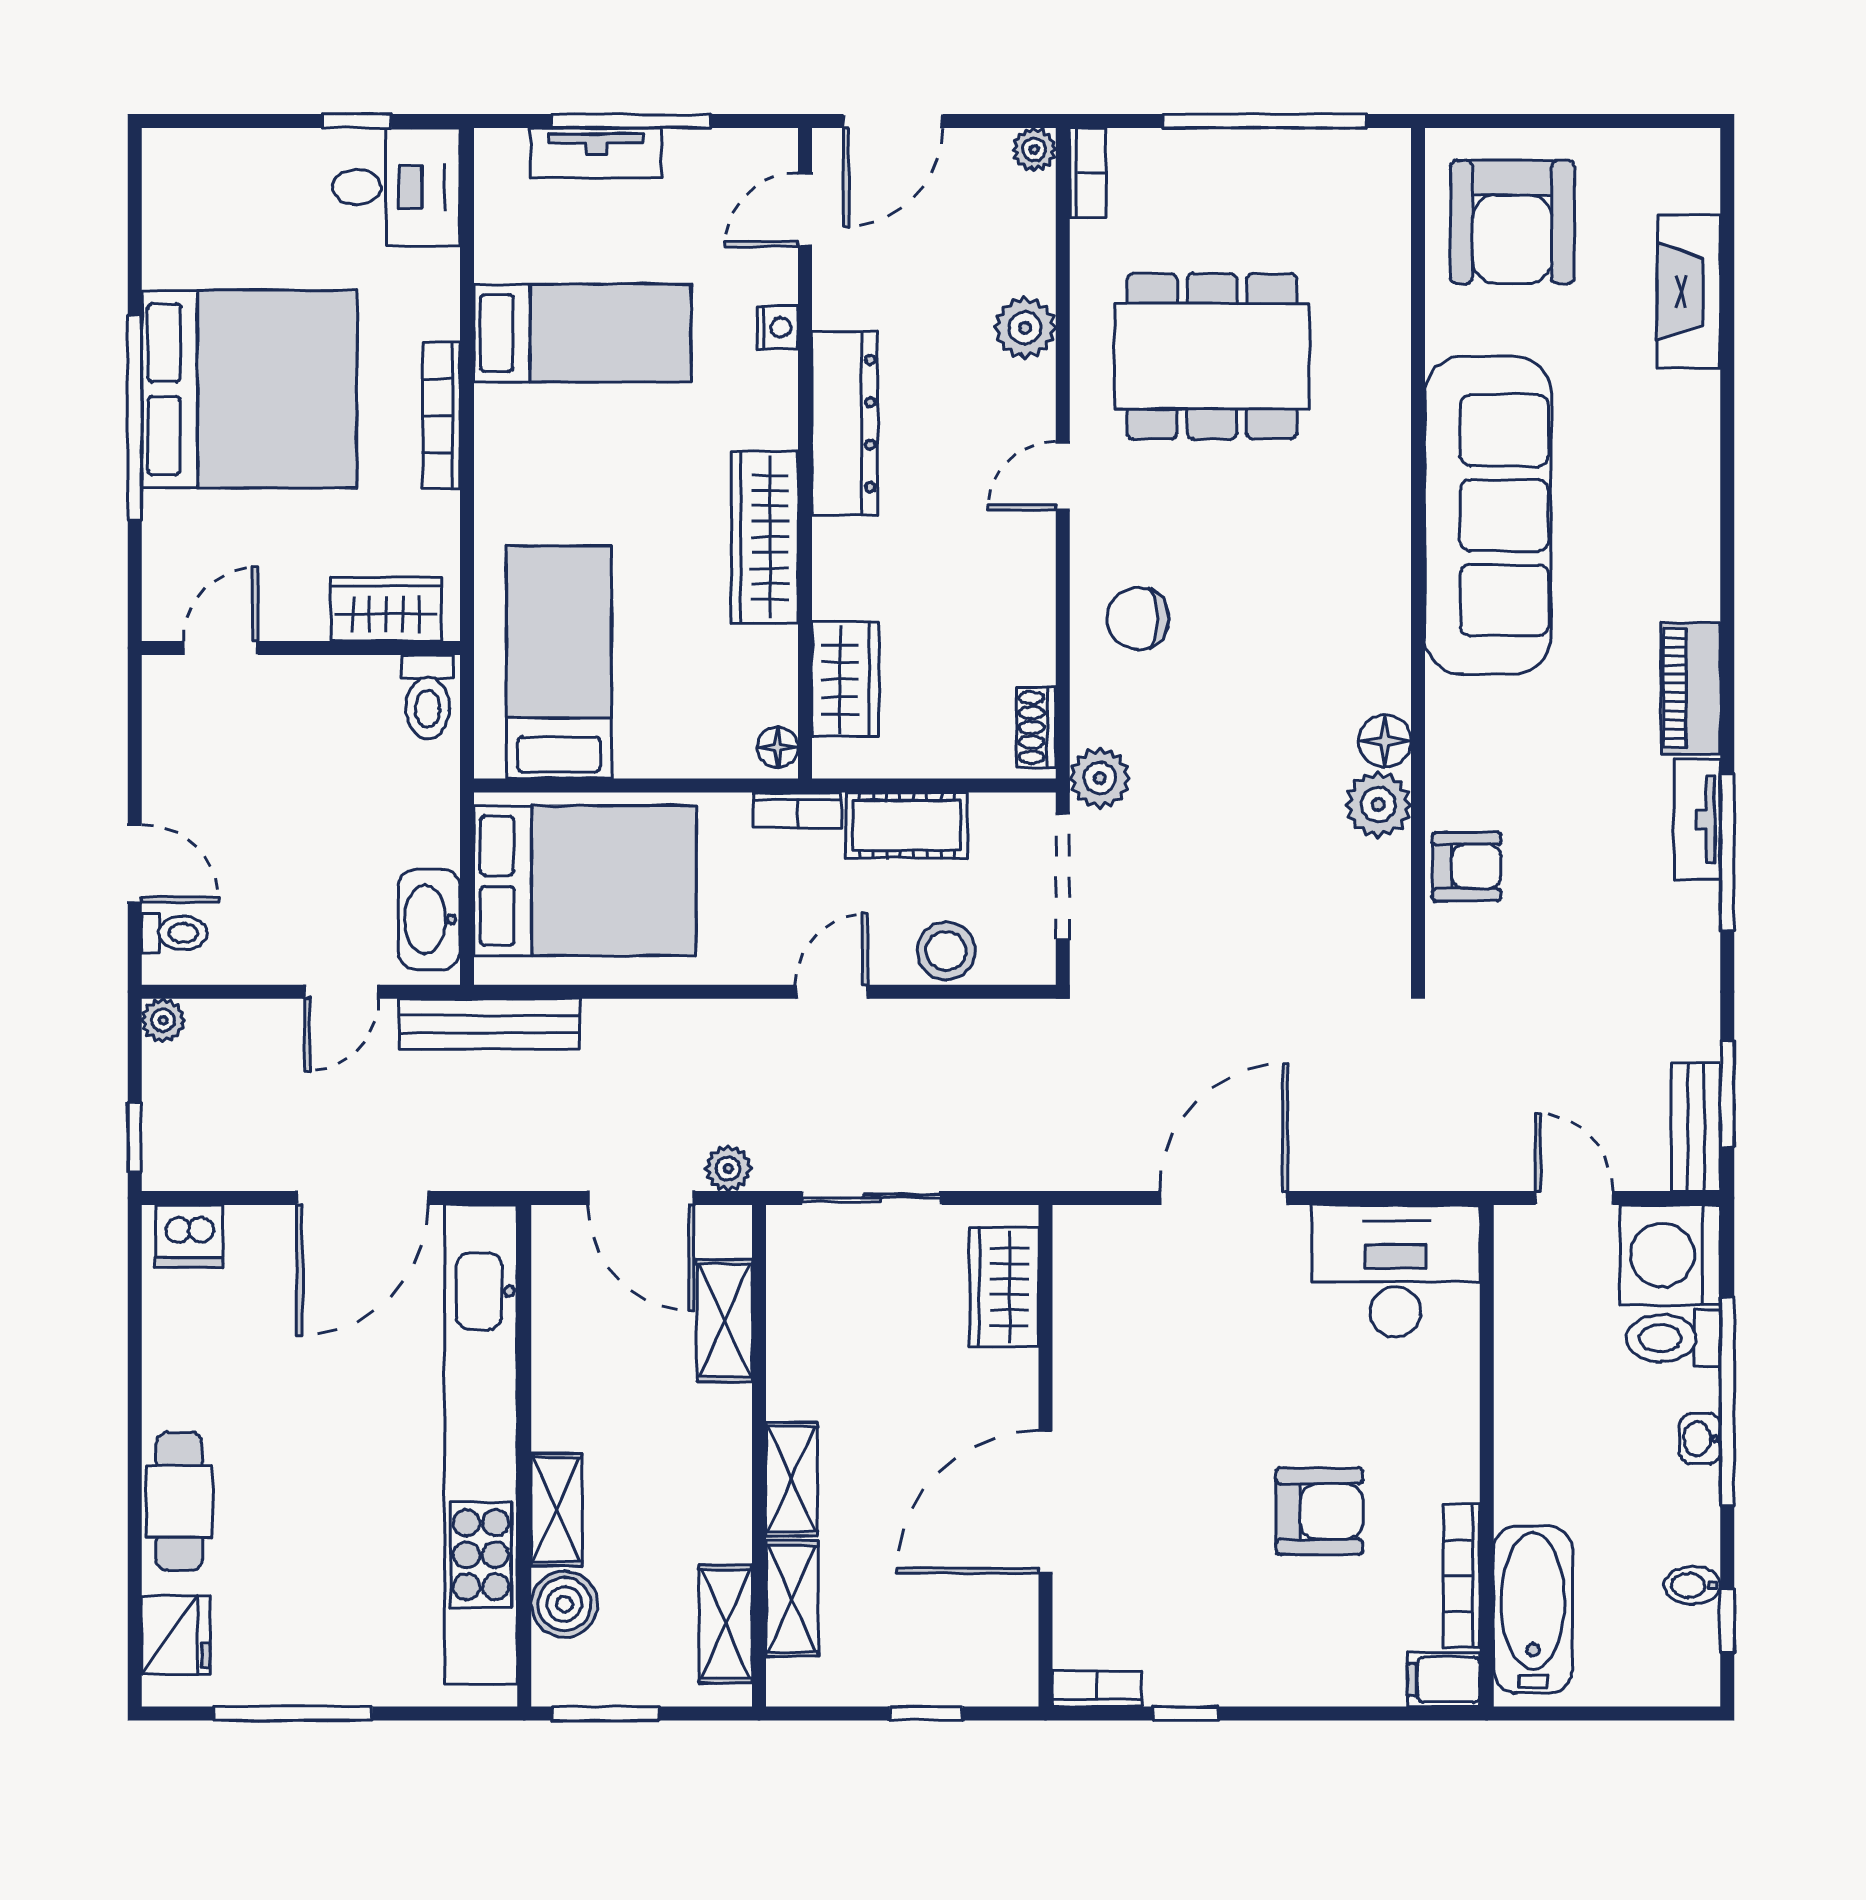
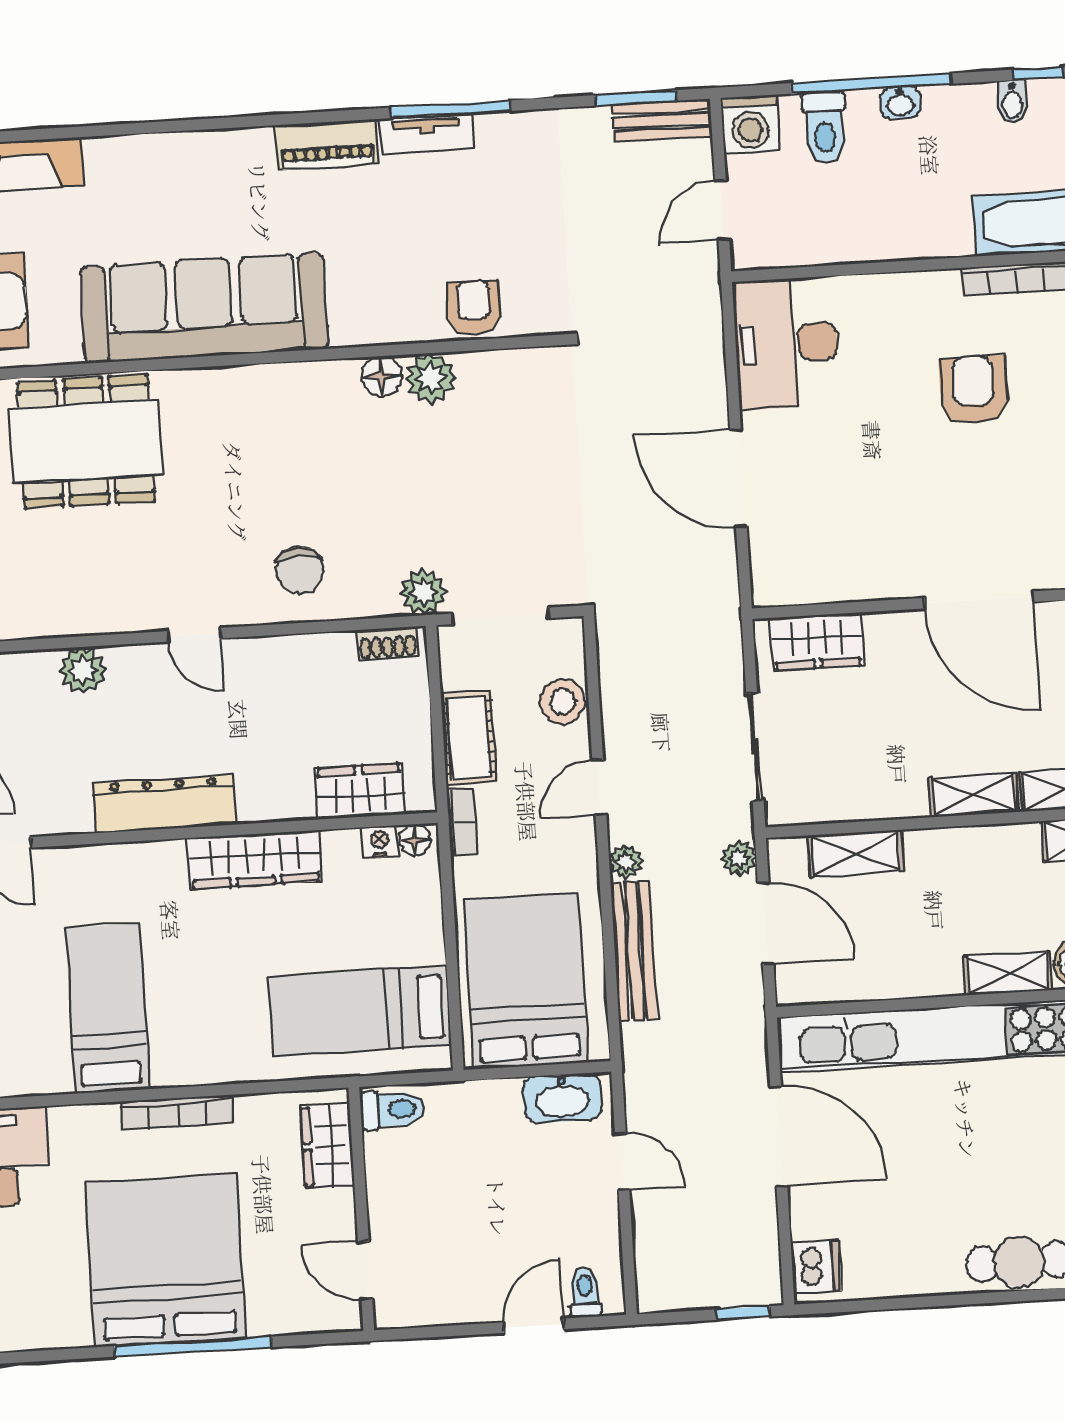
nightstand: (778, 327) -> (379, 842), moved
dining table: (1212, 356) -> (86, 441), moved, turned 90
door: (832, 992) -> (599, 787), hinge flipped
plant: (163, 1020) -> (626, 862), moved
bench: (489, 1024) -> (634, 951), moved
door: (641, 1198) -> (766, 923), hinge flipped
washing machine: (1670, 1255) -> (750, 124), width x0.73, depth x0.73

